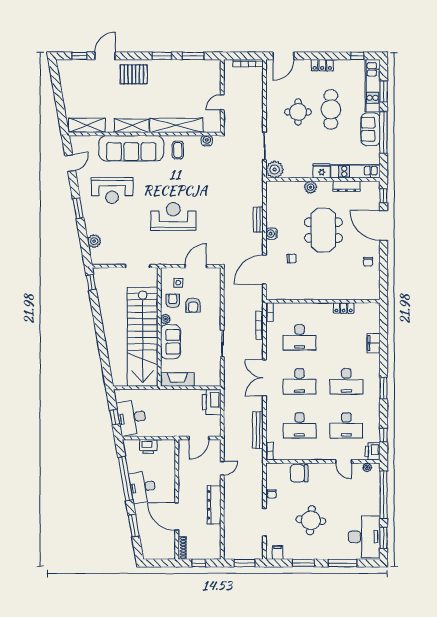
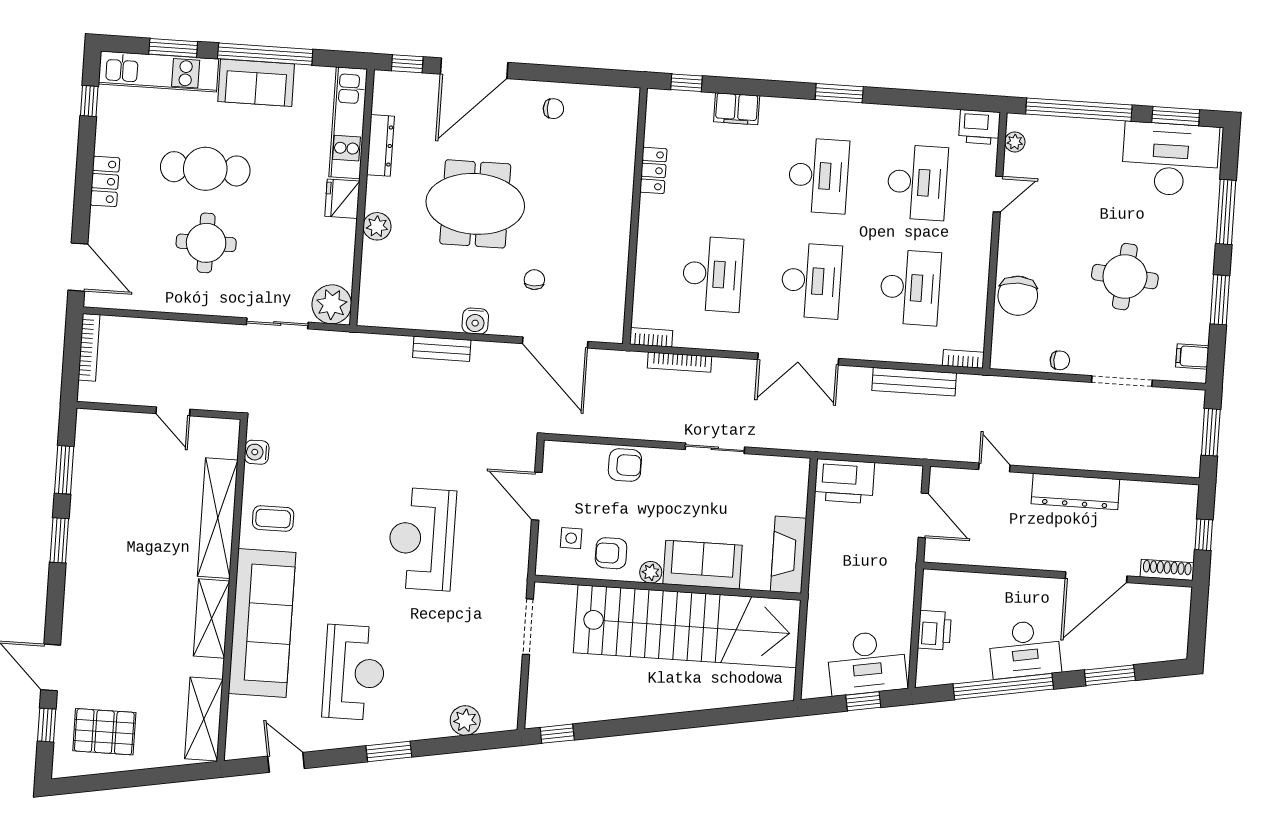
pallet: (134, 74) -> (104, 732), moved, turned 90
armchair: (193, 305) -> (625, 465), moved
window: (383, 435) -> (687, 83), moved

